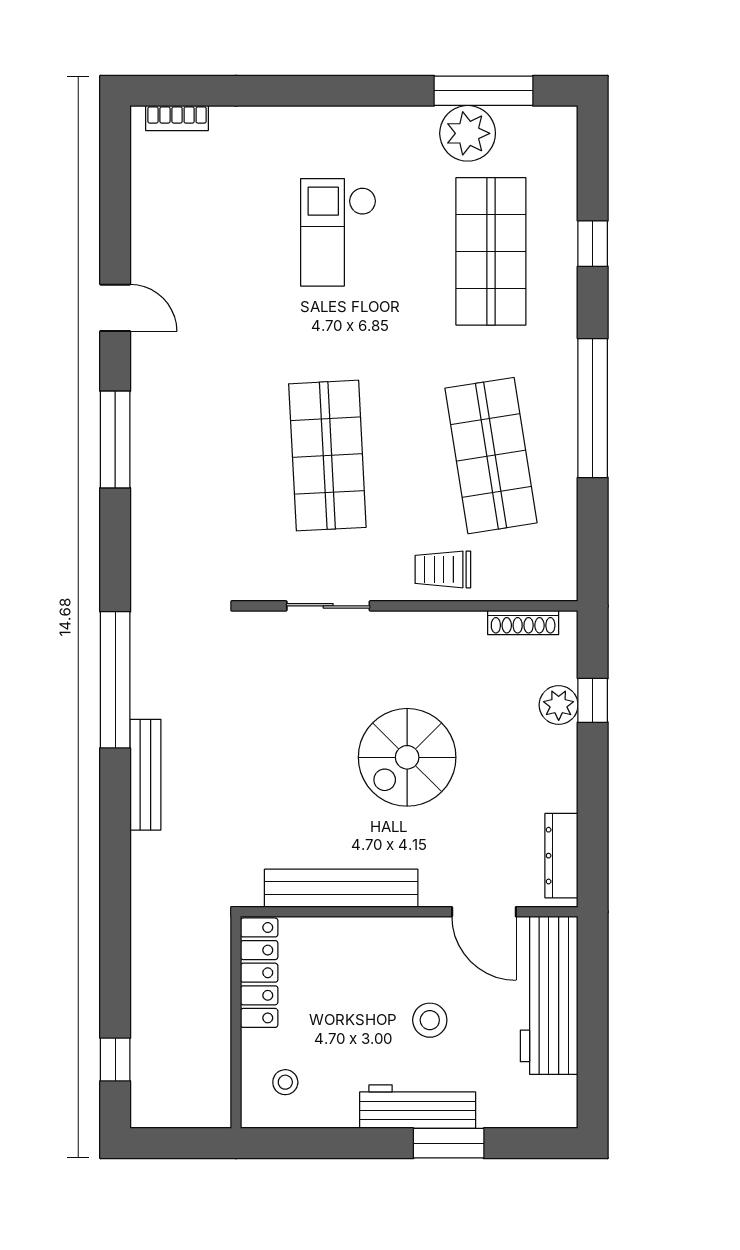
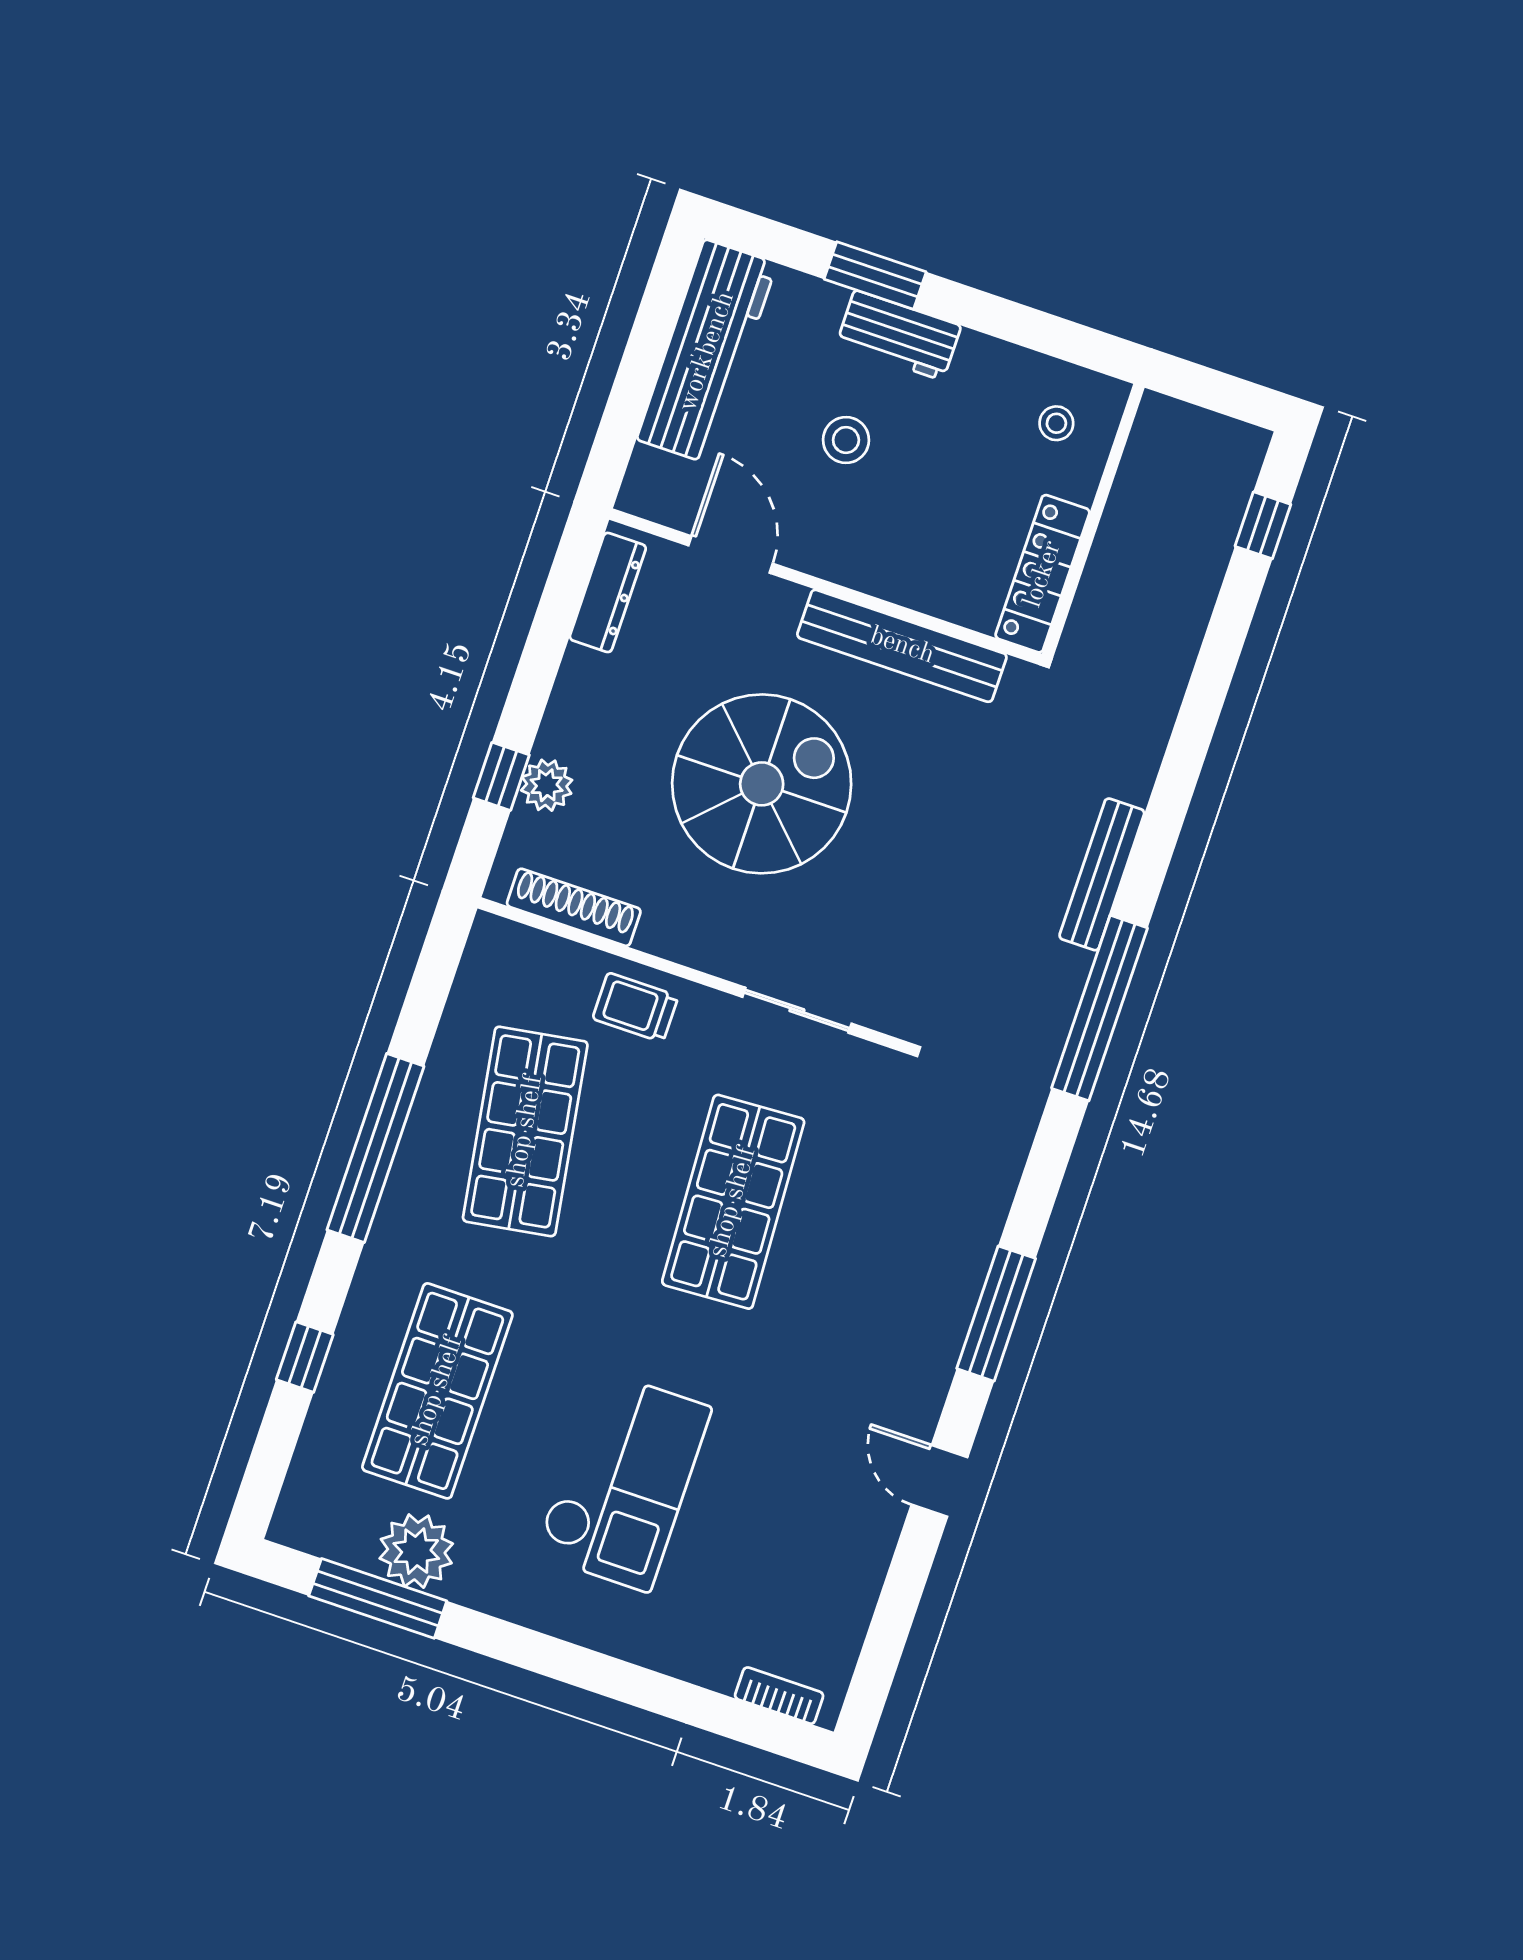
checkout: (338, 232) -> (623, 1481), width x1.36, depth x1.21
trolley: (443, 569) -> (635, 1007), turned 180
shoe rack: (523, 622) -> (574, 907), width x1.36, depth x1.24
spiral stairs: (407, 757) -> (762, 784), width x1.37, depth x1.37
workbench: (549, 995) -> (707, 352), moved
workbench: (418, 1107) -> (899, 335), width x0.73

